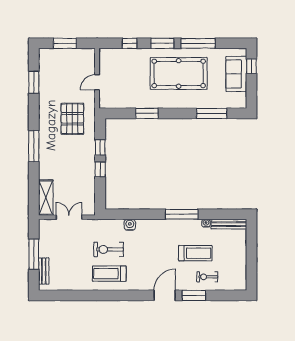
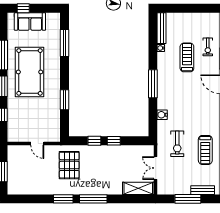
window: (34, 82) -> (63, 199), moved
pallet: (72, 119) -> (69, 165), turned 90
window: (182, 214) -> (153, 84), moved
exercise bike: (109, 249) -> (177, 144), moved
treadmill: (109, 274) -> (205, 150), moved

